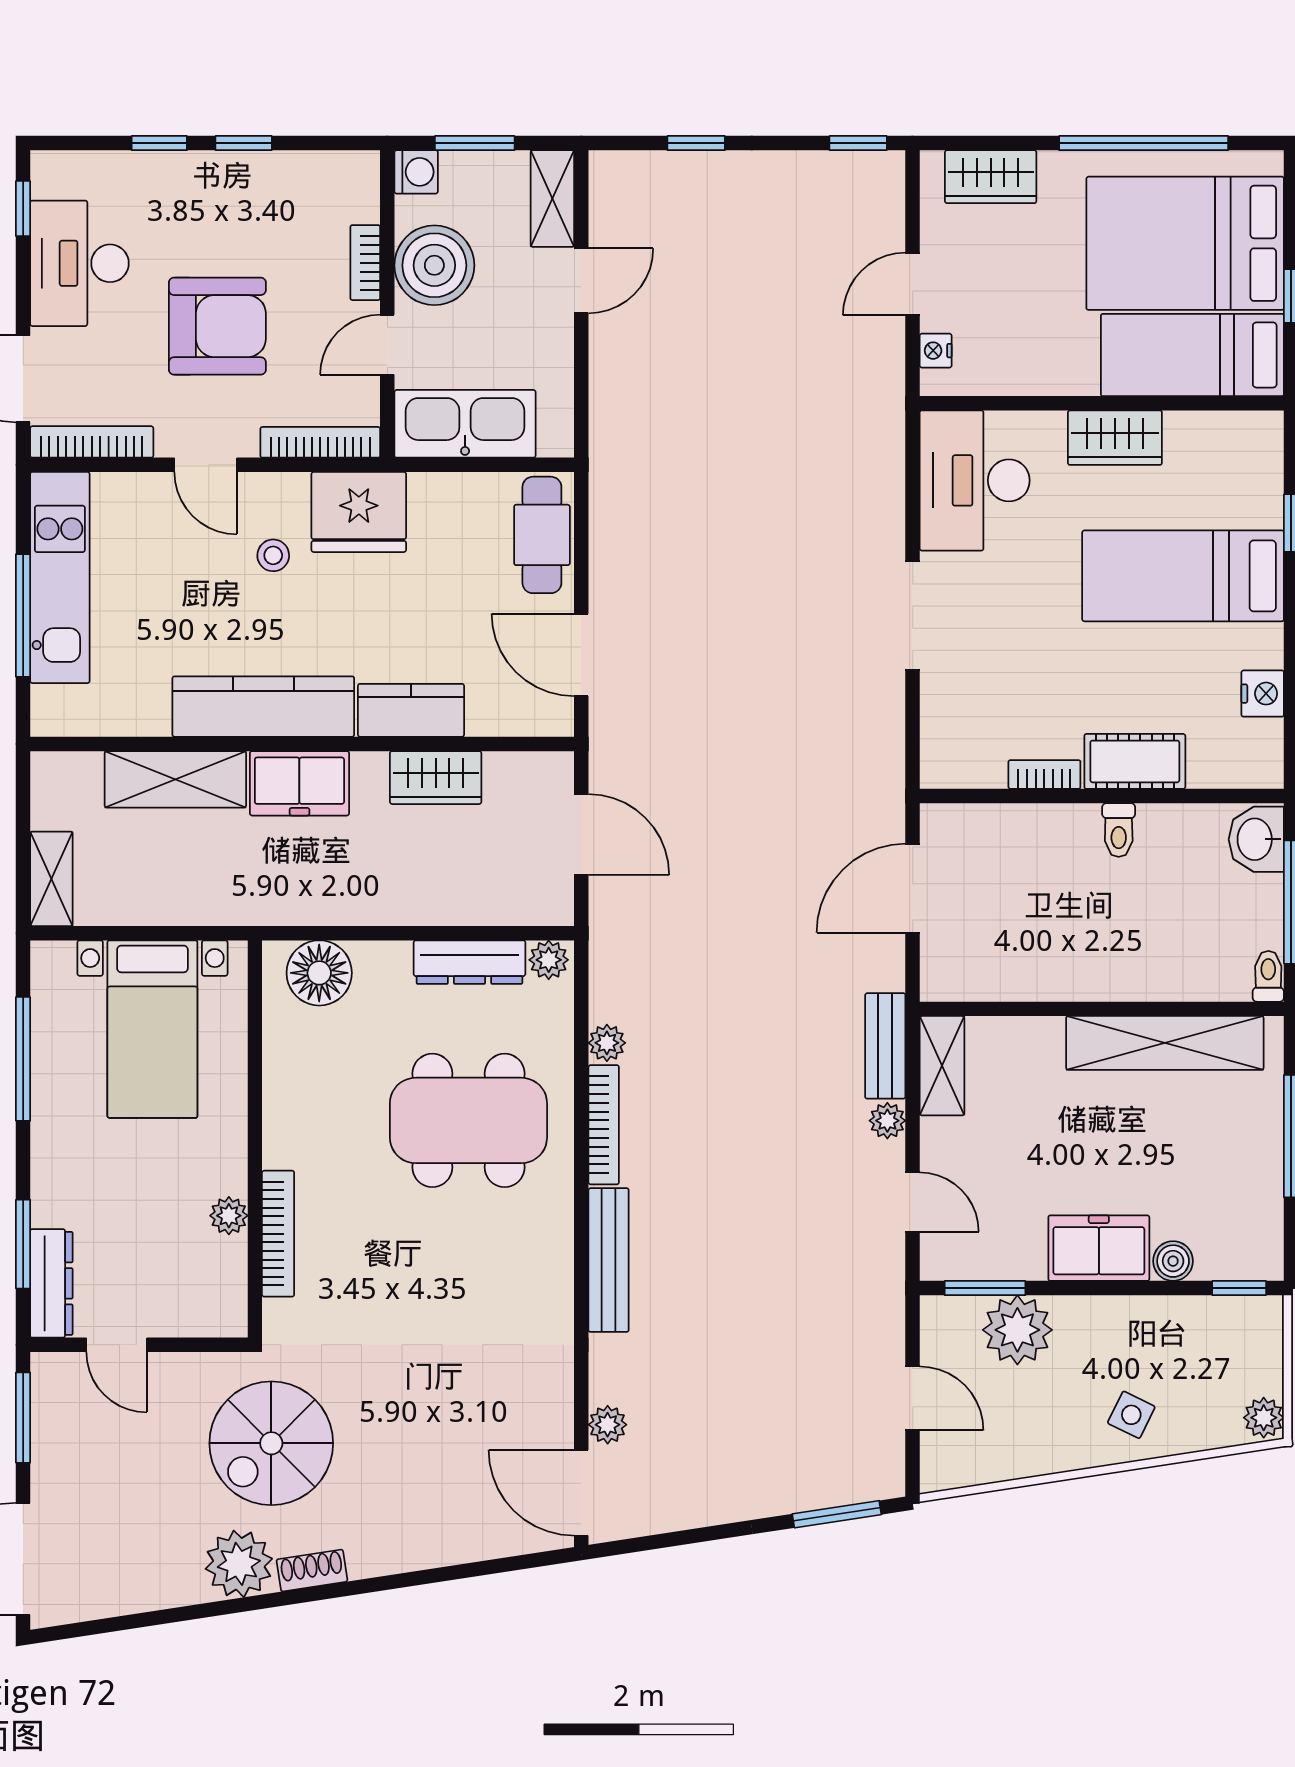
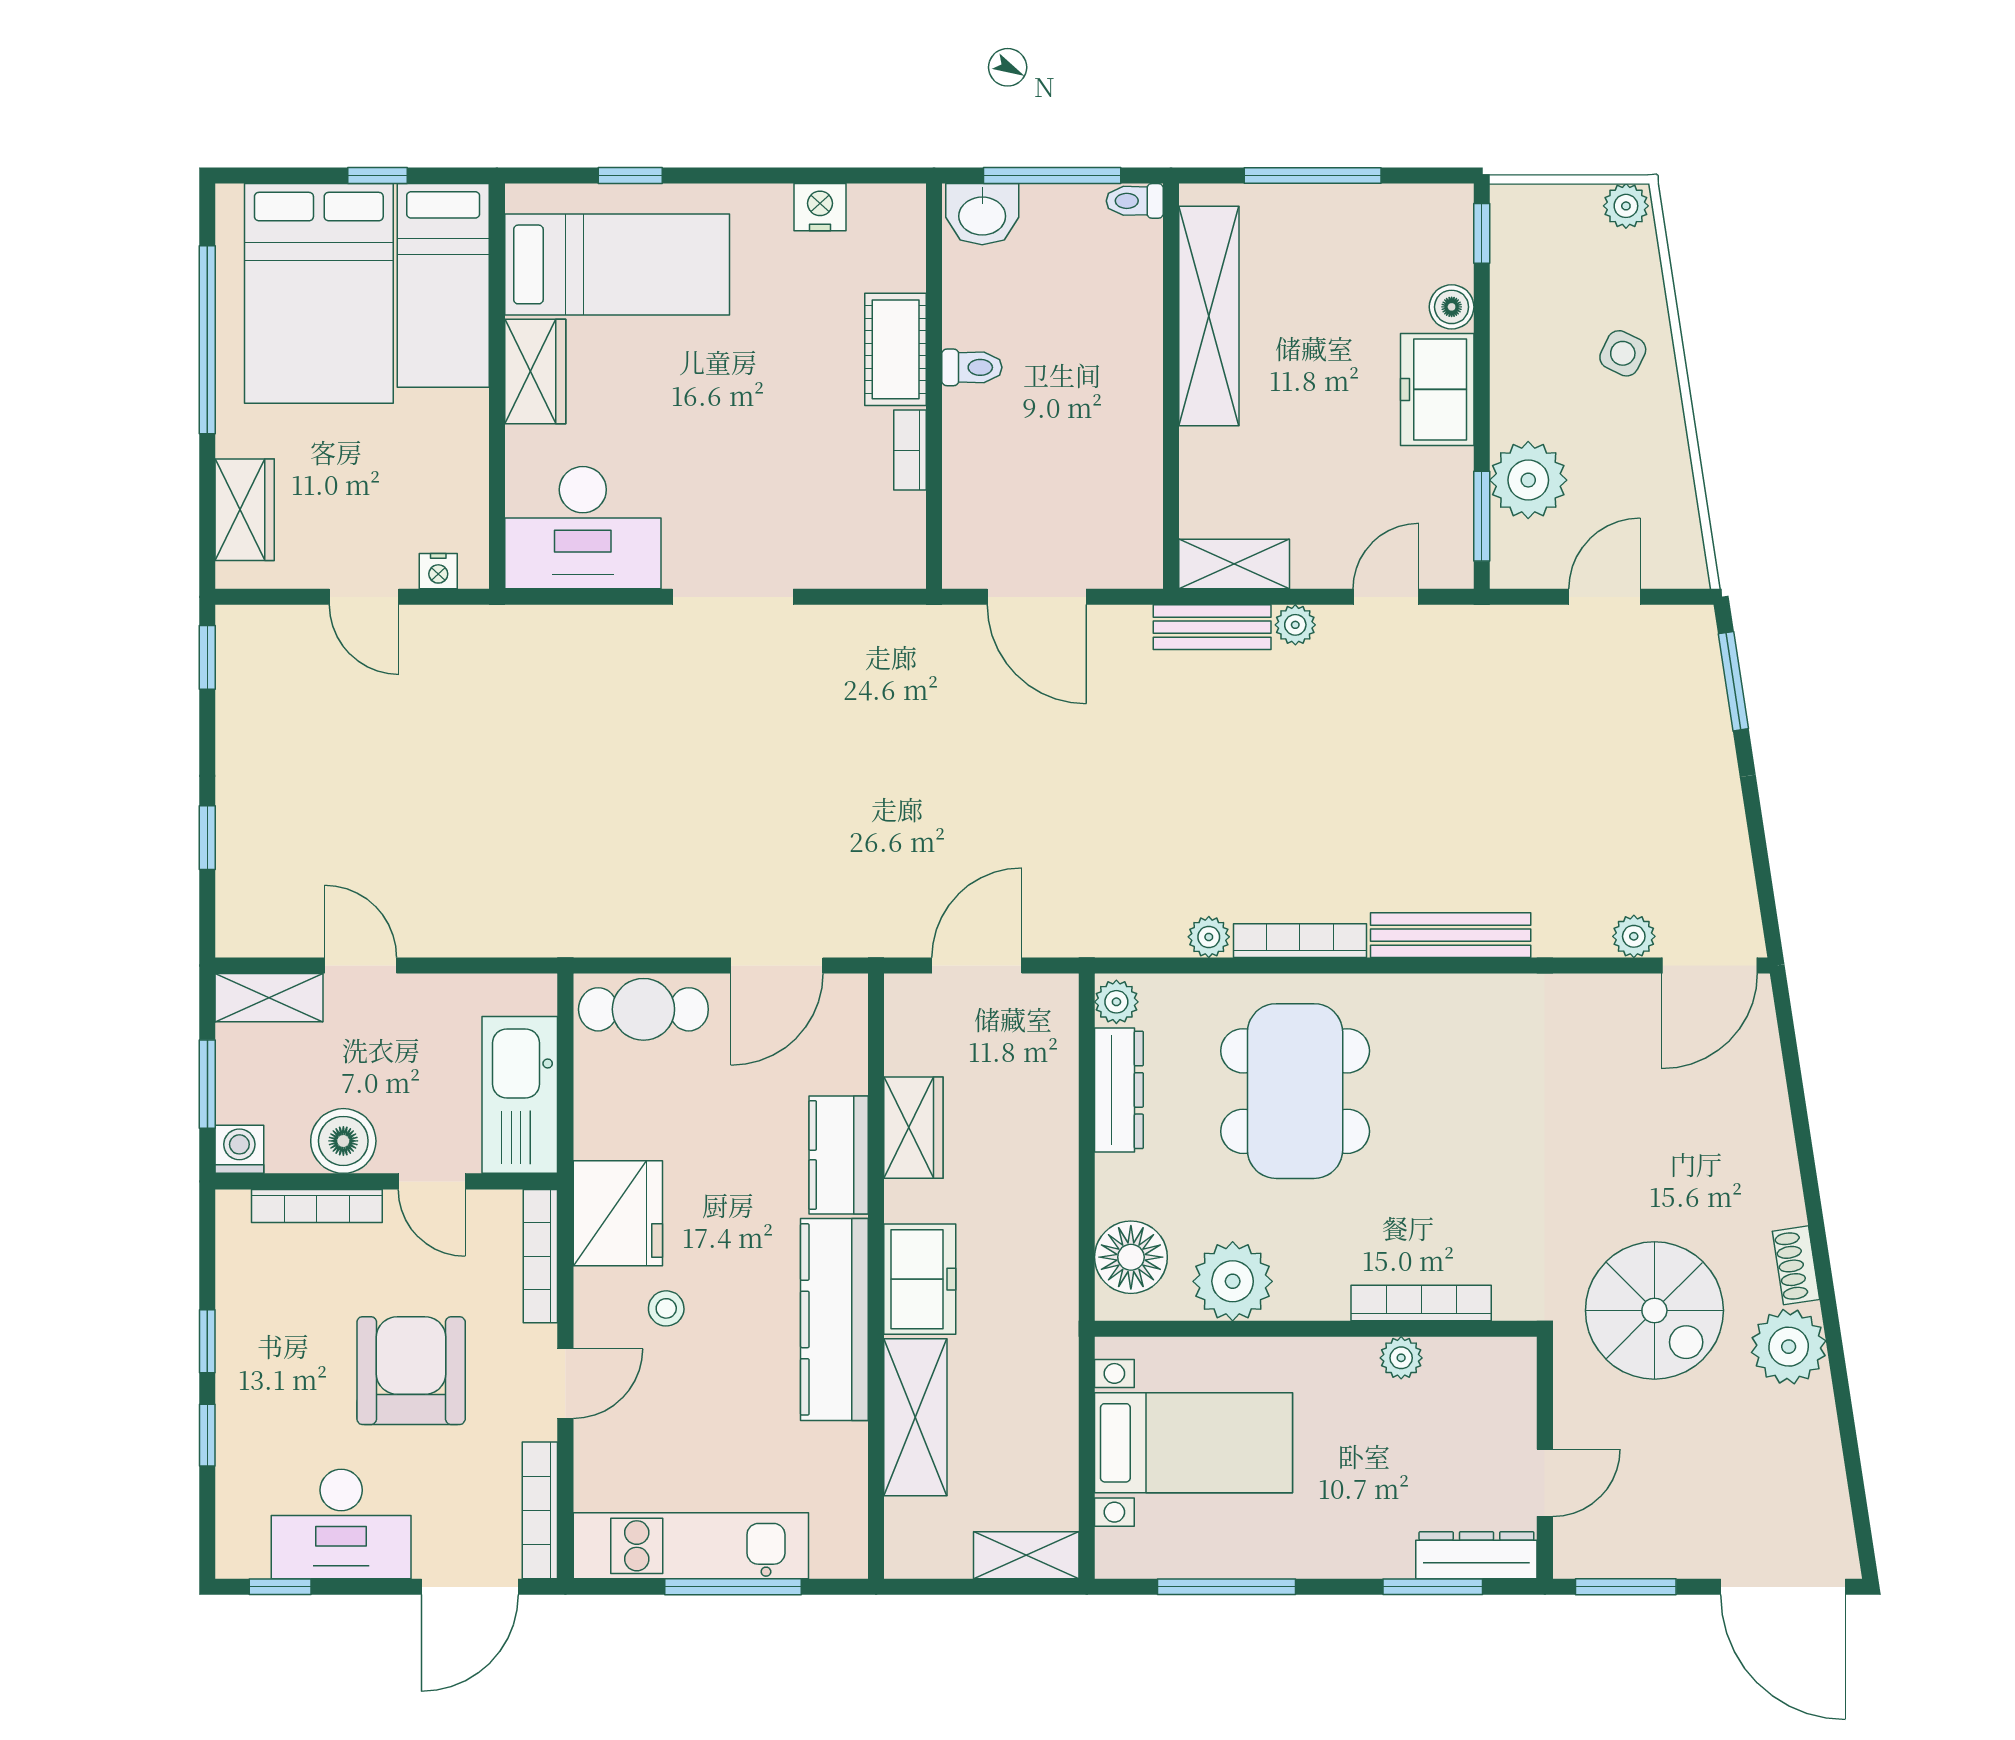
bookcase: (365, 263) -> (317, 1206), width x1.56
boiler: (434, 265) -> (343, 1141), width x0.73, depth x0.73
bed: (1183, 576) -> (617, 264), moved, turned -90
plant: (298, 1064) -> (1233, 1281), added

